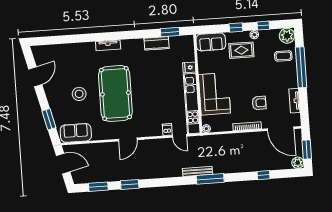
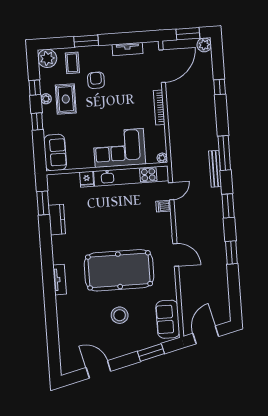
rug: (241, 50) -> (66, 99), moved
window: (301, 67) -> (86, 41), width x0.47
armchair: (259, 103) -> (96, 80), moved
window: (98, 187) -> (228, 206), moved

